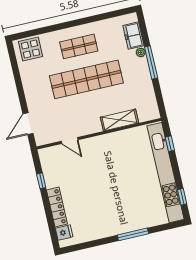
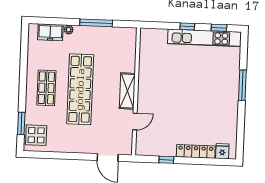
window: (38, 32) -> (21, 124), added
window: (151, 62) -> (96, 23), moved
shelving: (119, 120) -> (127, 91), moved
window: (170, 144) -> (187, 26), moved
kitchen unit: (166, 173) -> (204, 38), width x0.73

